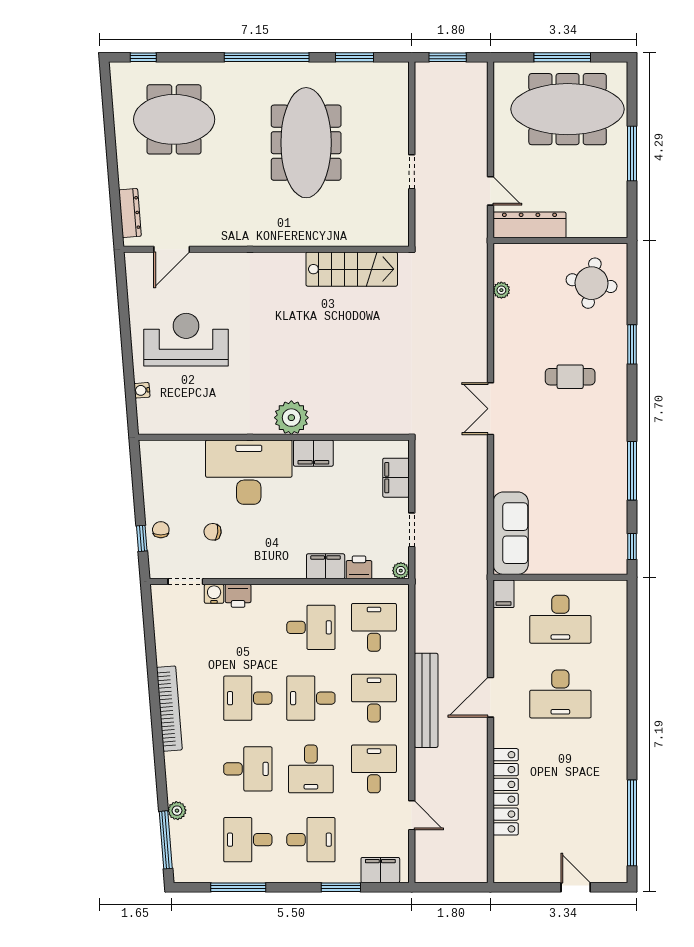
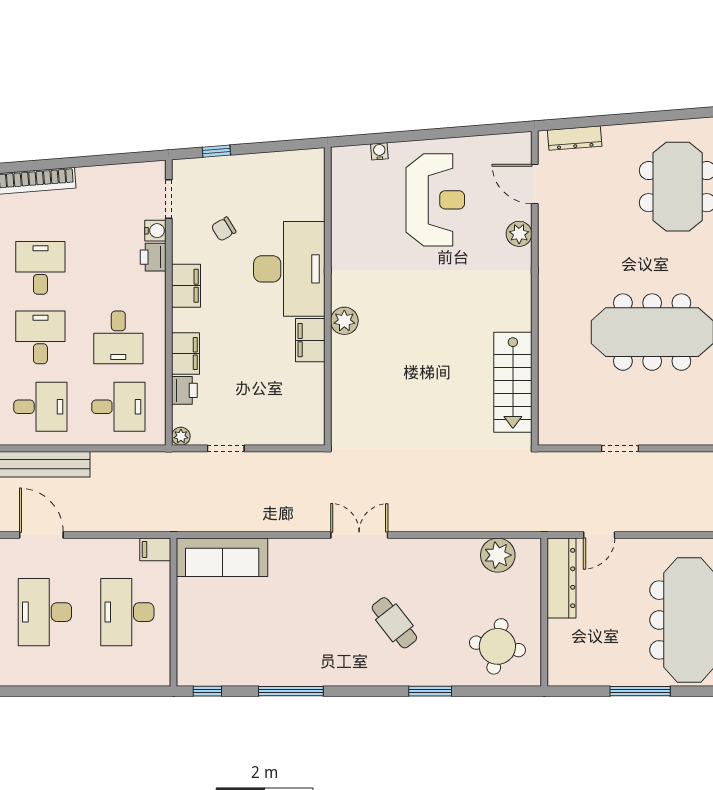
plant: (217, 263) -> (519, 234), added
plant: (501, 290) -> (498, 555), width x1.88, depth x1.88
cafe table: (570, 377) -> (394, 623), turned -38
plant: (291, 418) -> (344, 321), width x0.73, depth x0.73
filing cabinet: (396, 478) -> (186, 286), moved, turned 90
chair: (161, 530) -> (226, 172), removed
chair: (213, 532) -> (224, 229), turned -128

